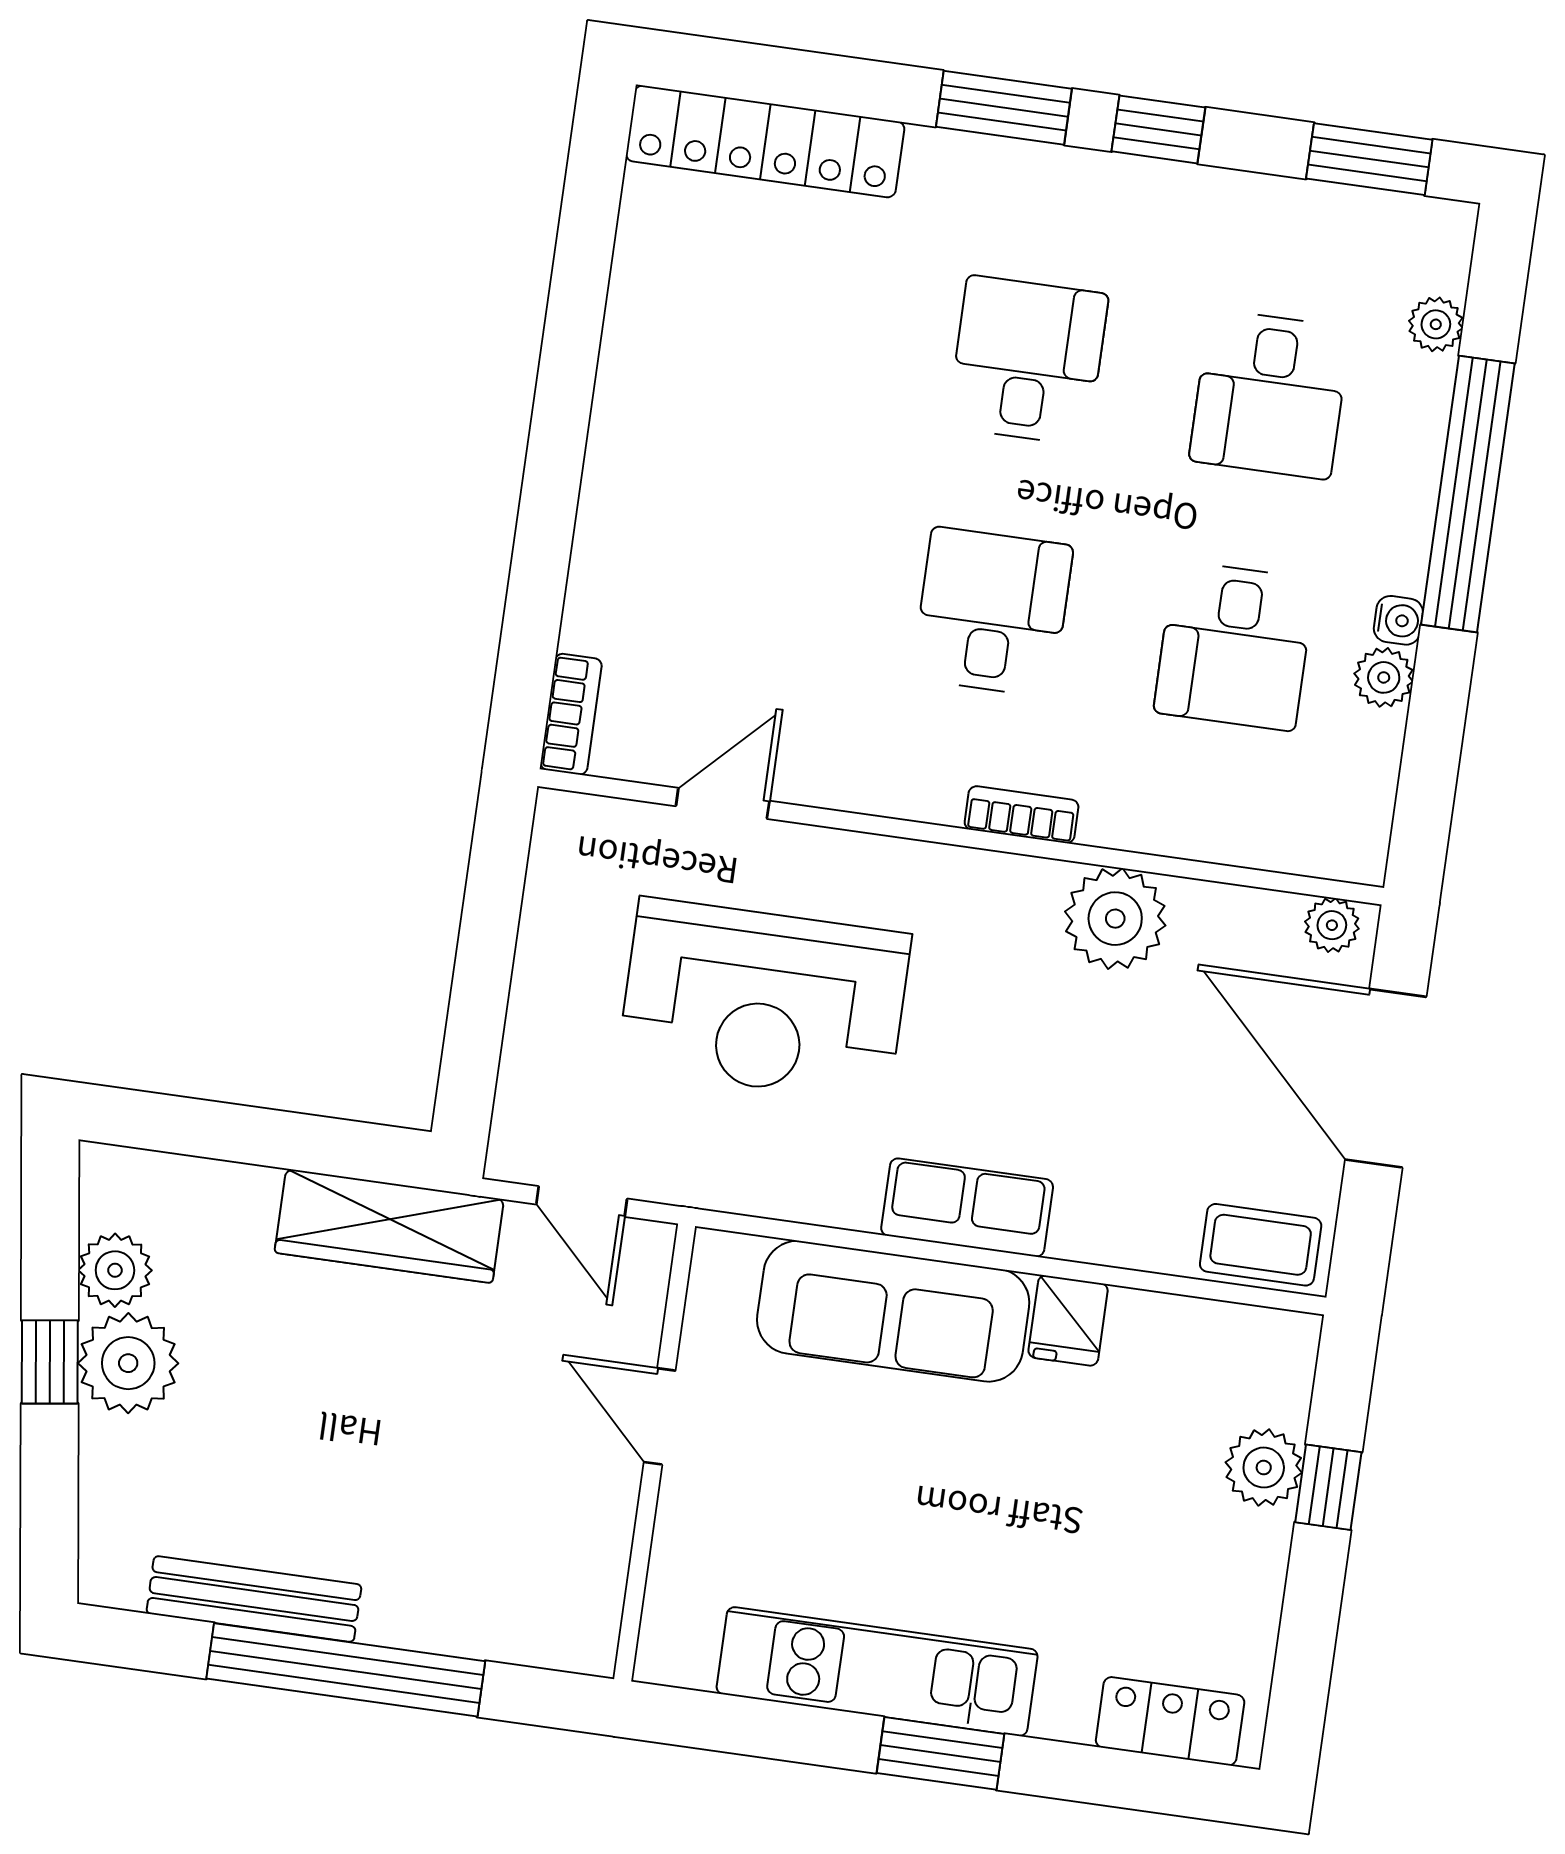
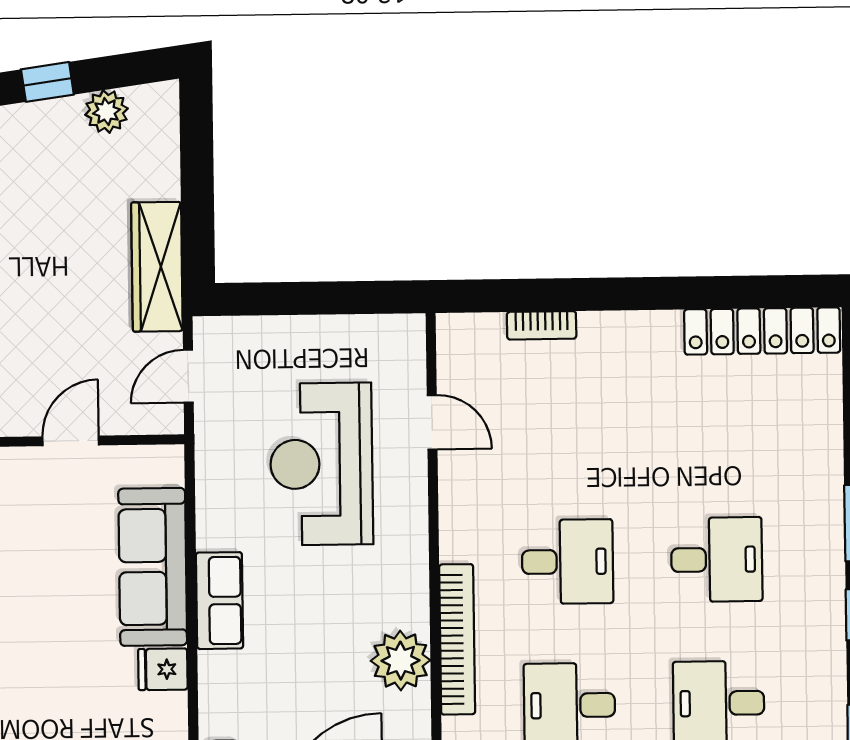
locker: (765, 141) -> (762, 331), moved, turned -90
bookcase: (571, 714) -> (542, 325), moved
bookcase: (1022, 815) -> (457, 639), width x2.31, depth x1.31
plant: (128, 1363) -> (54, 128), removed

